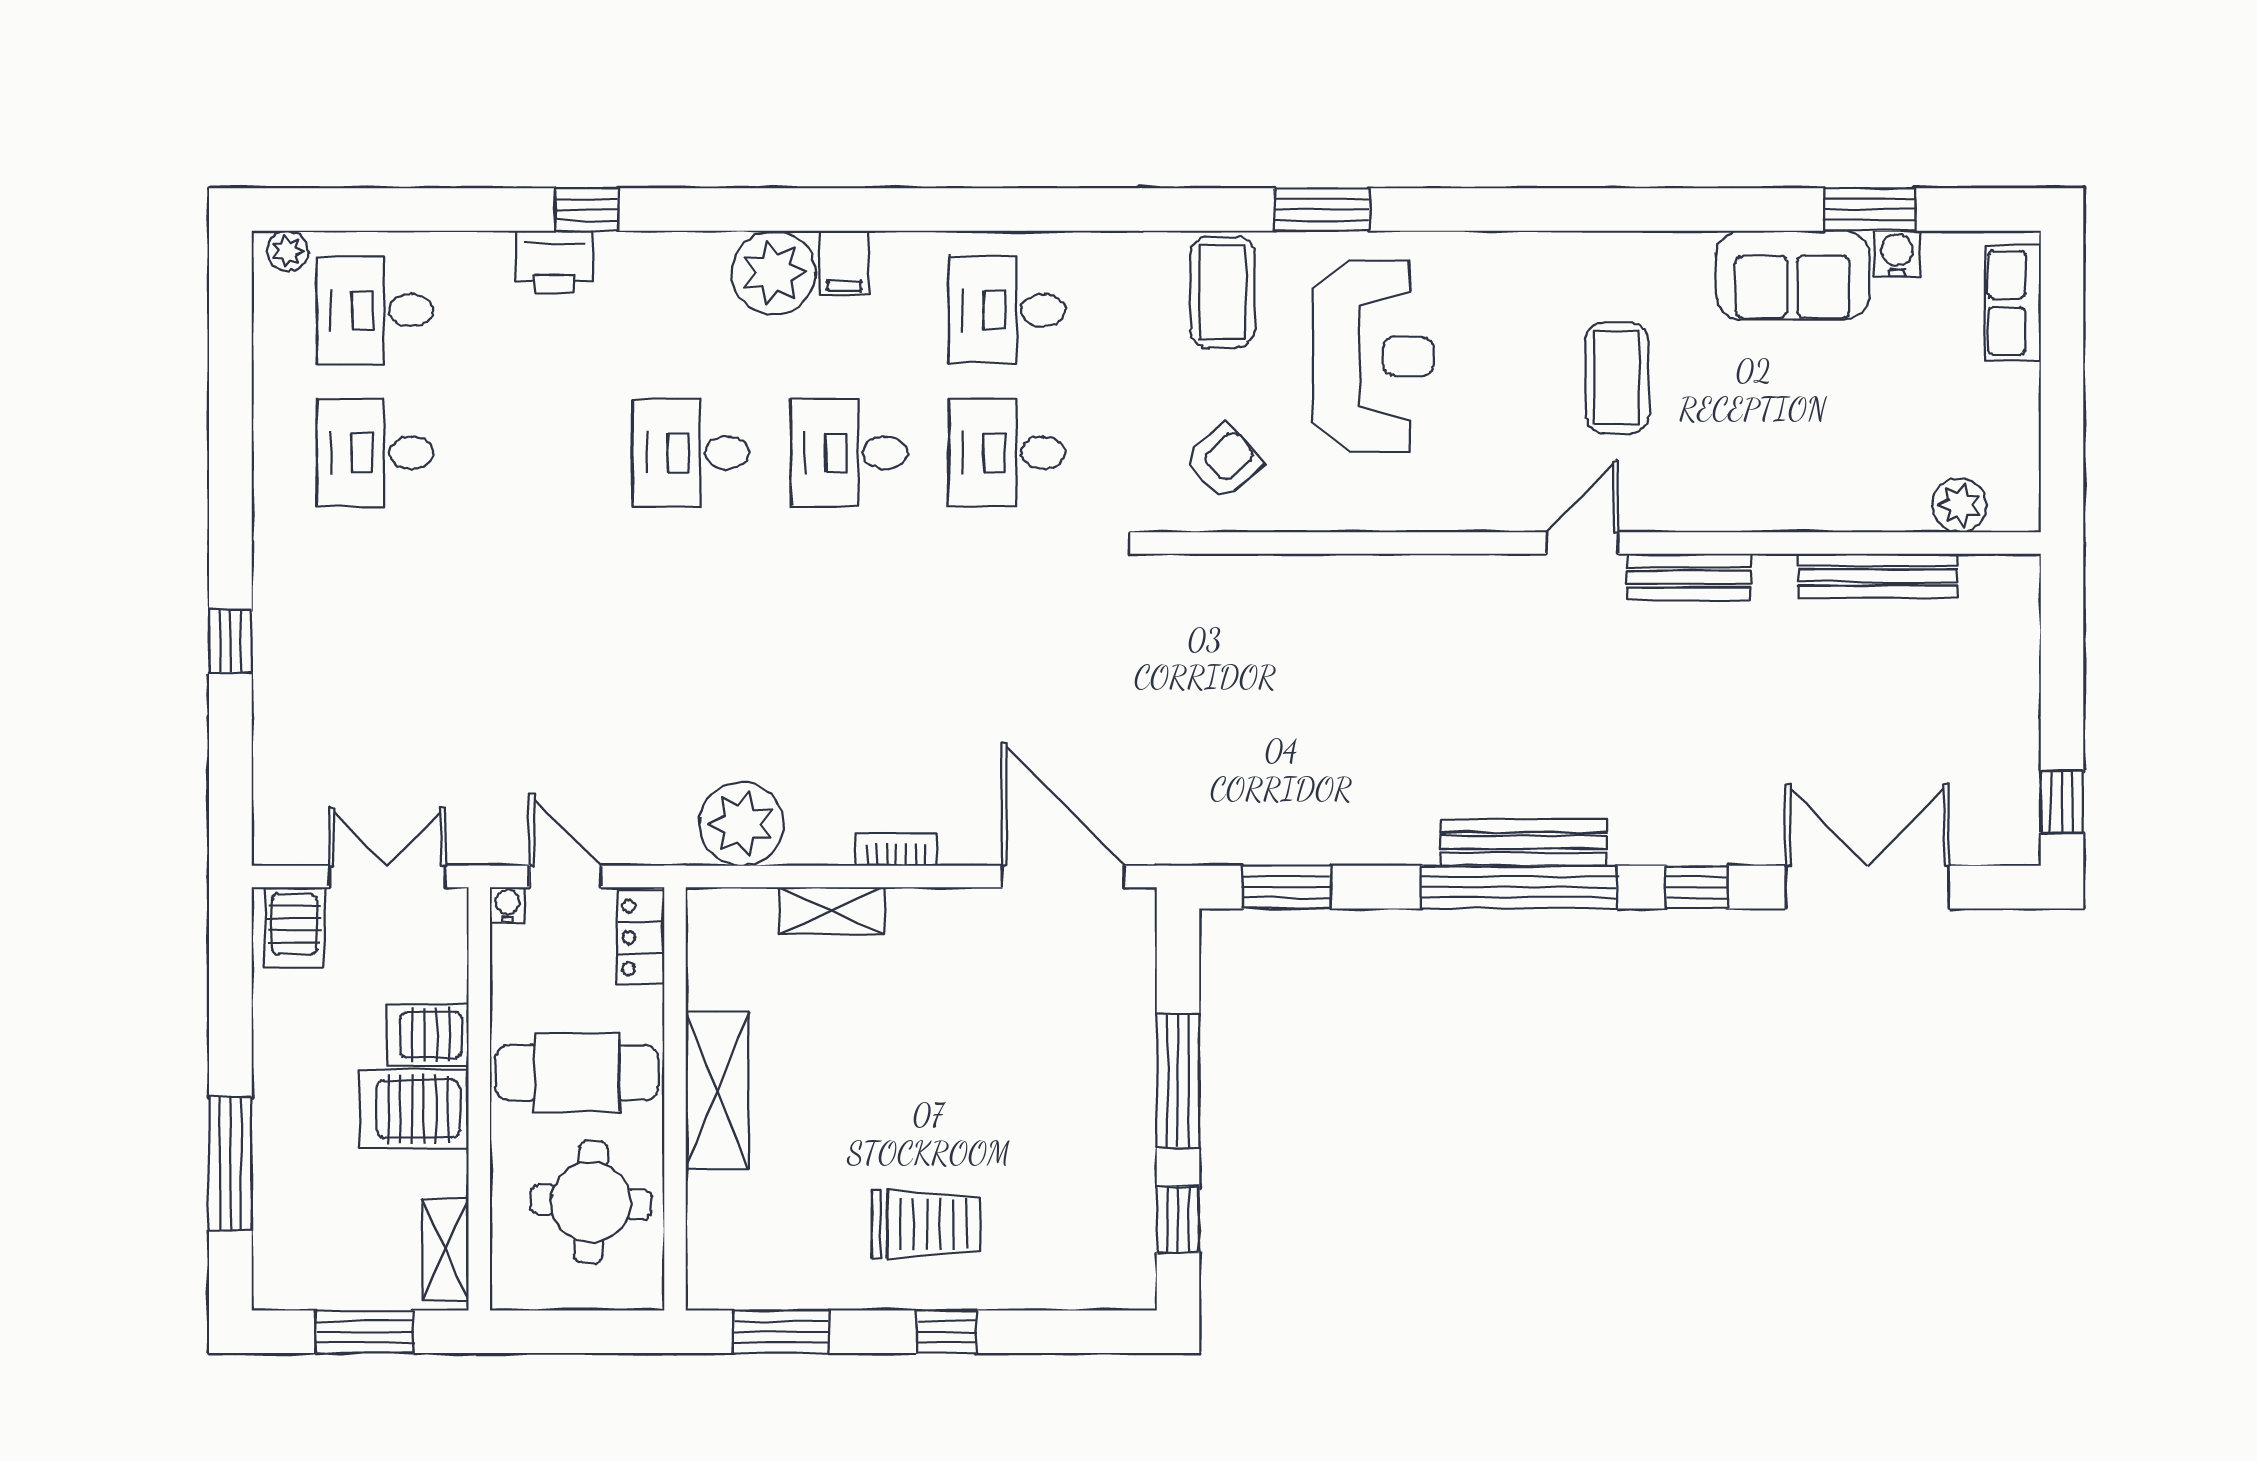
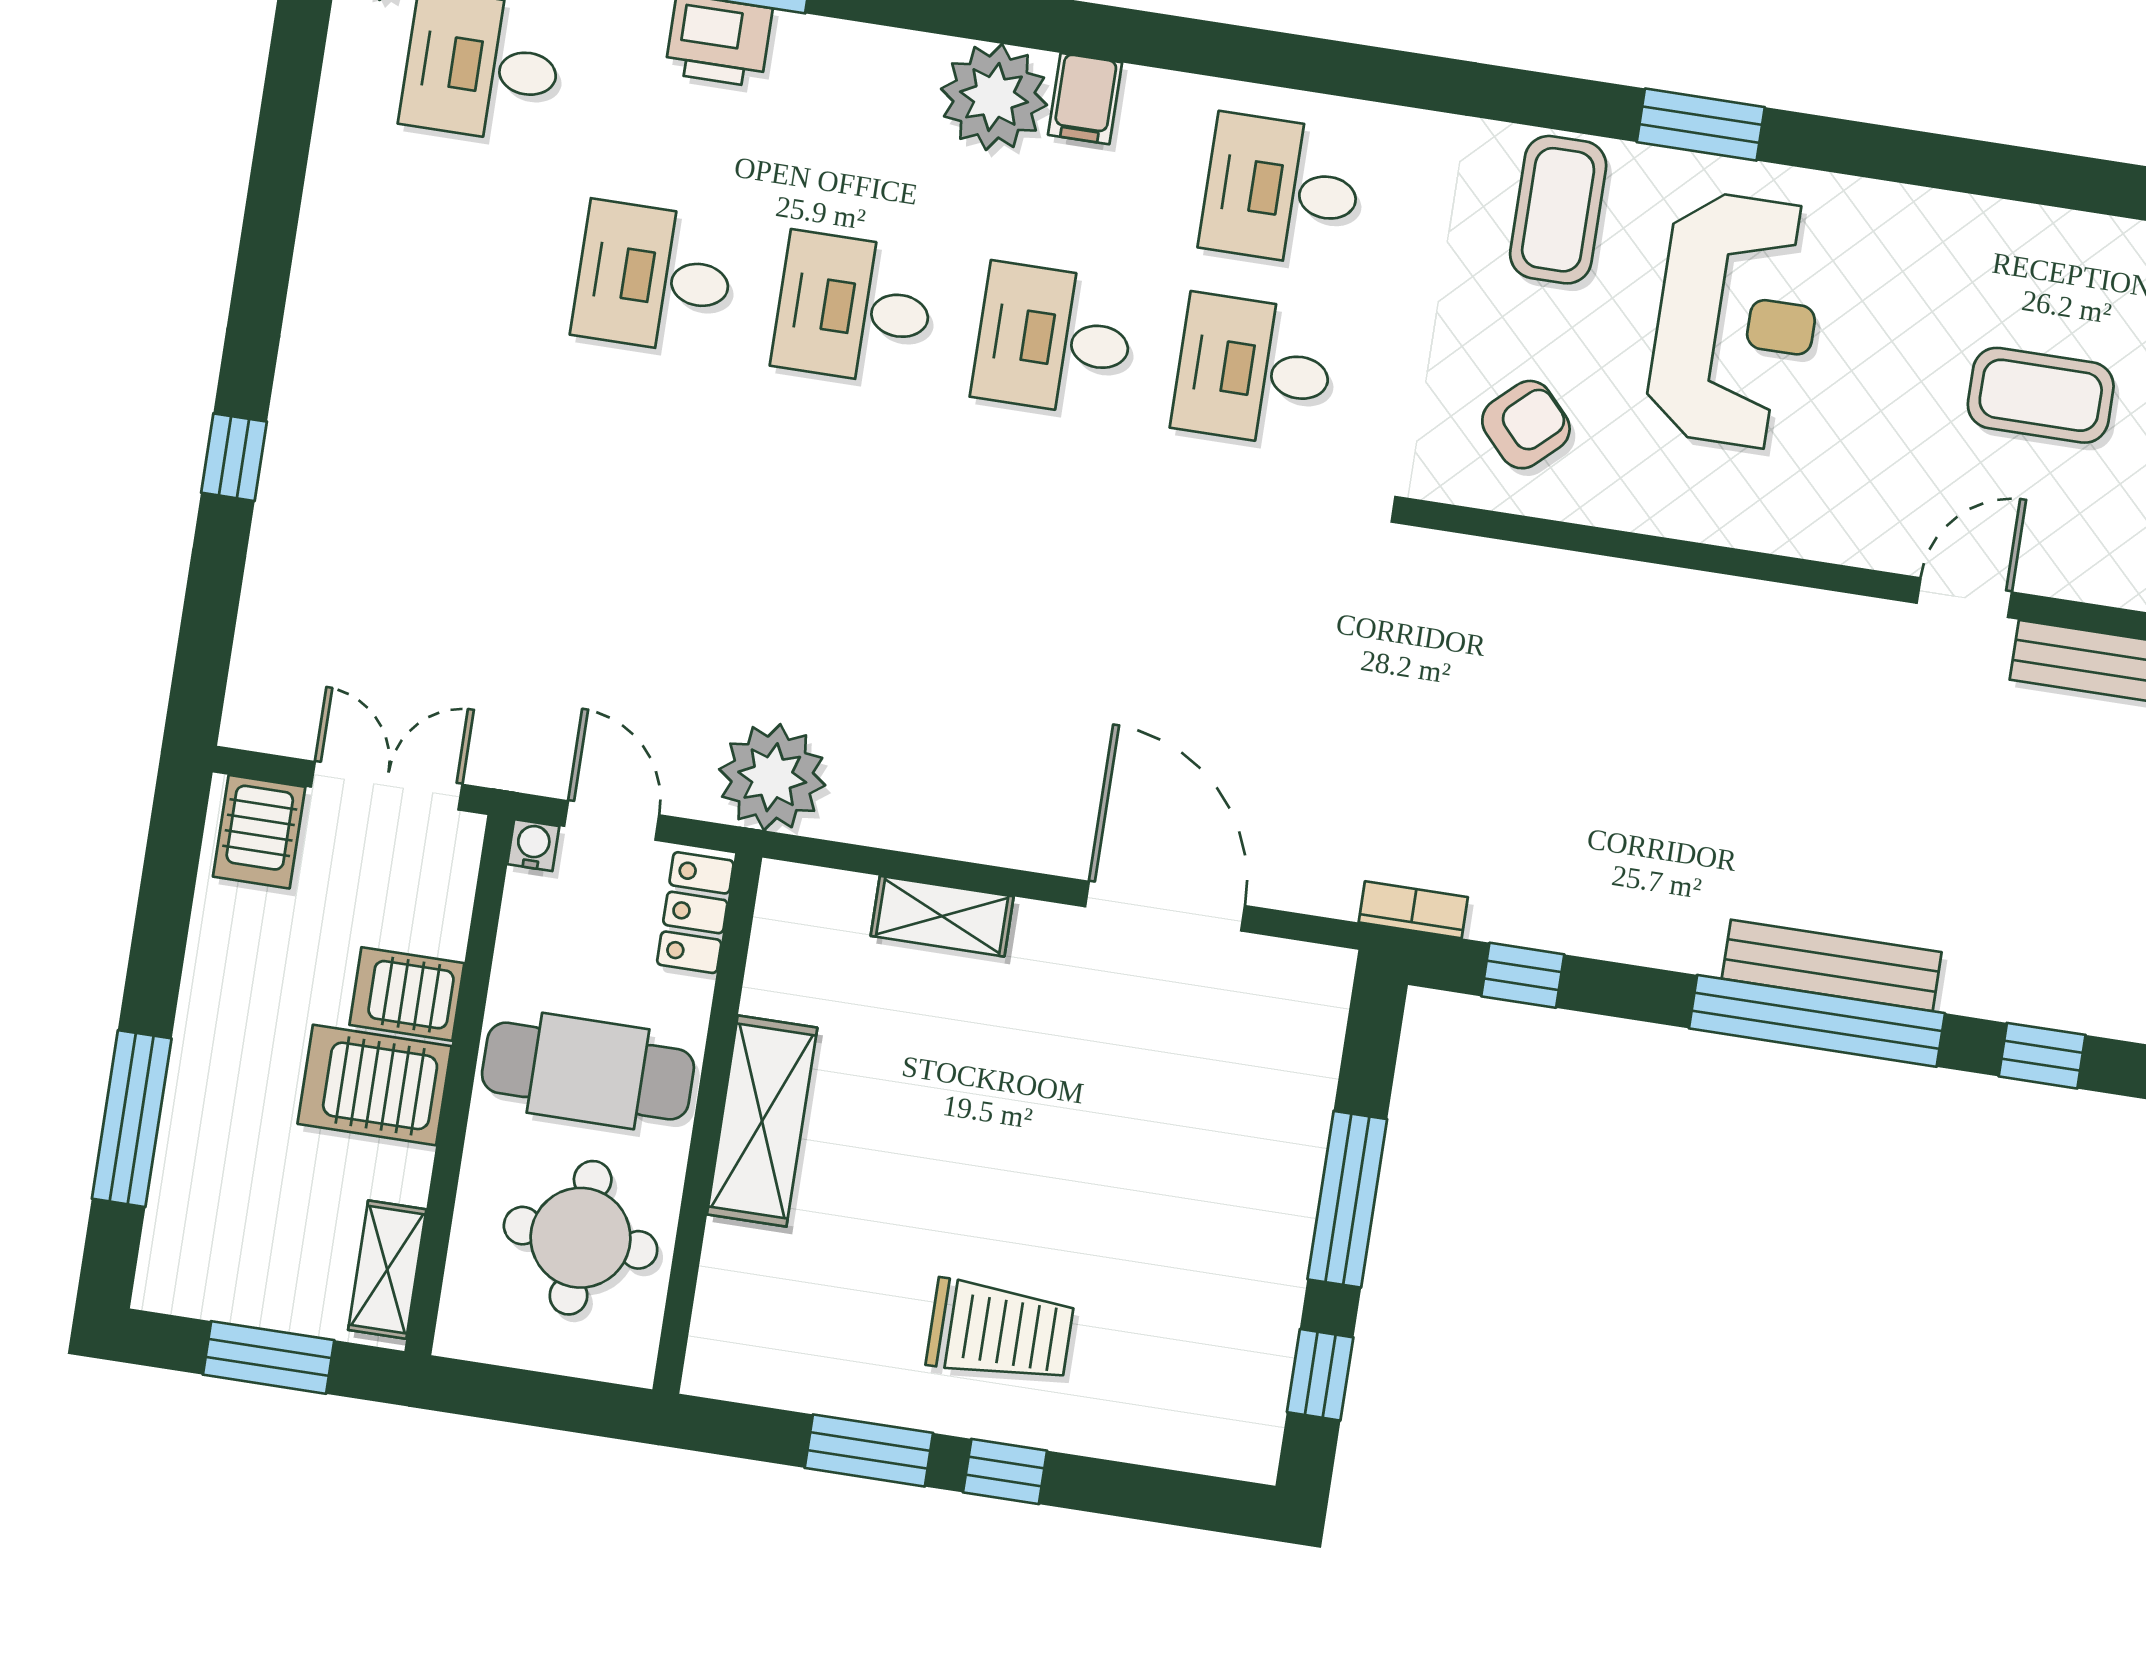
coffee table: (1617, 378) -> (2041, 395), turned 90
desk: (375, 453) -> (654, 278), moved
plant: (742, 824) -> (772, 777), moved
bookcase: (896, 850) -> (1413, 910), moved
door: (1063, 876) -> (1165, 906), moved
window: (1287, 887) -> (1523, 975), width x0.67
window: (781, 1332) -> (869, 1450), moved

